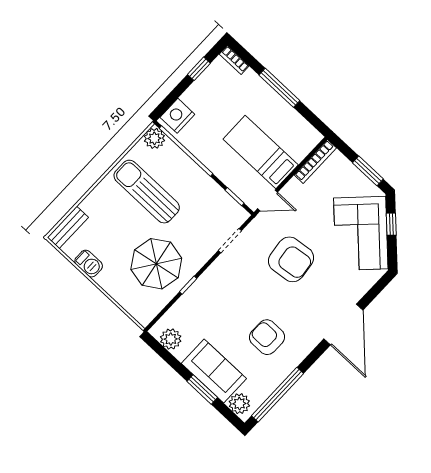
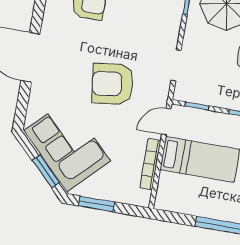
bookcase: (315, 161) -> (150, 164), moved
window: (391, 224) -> (46, 171), width x1.50

